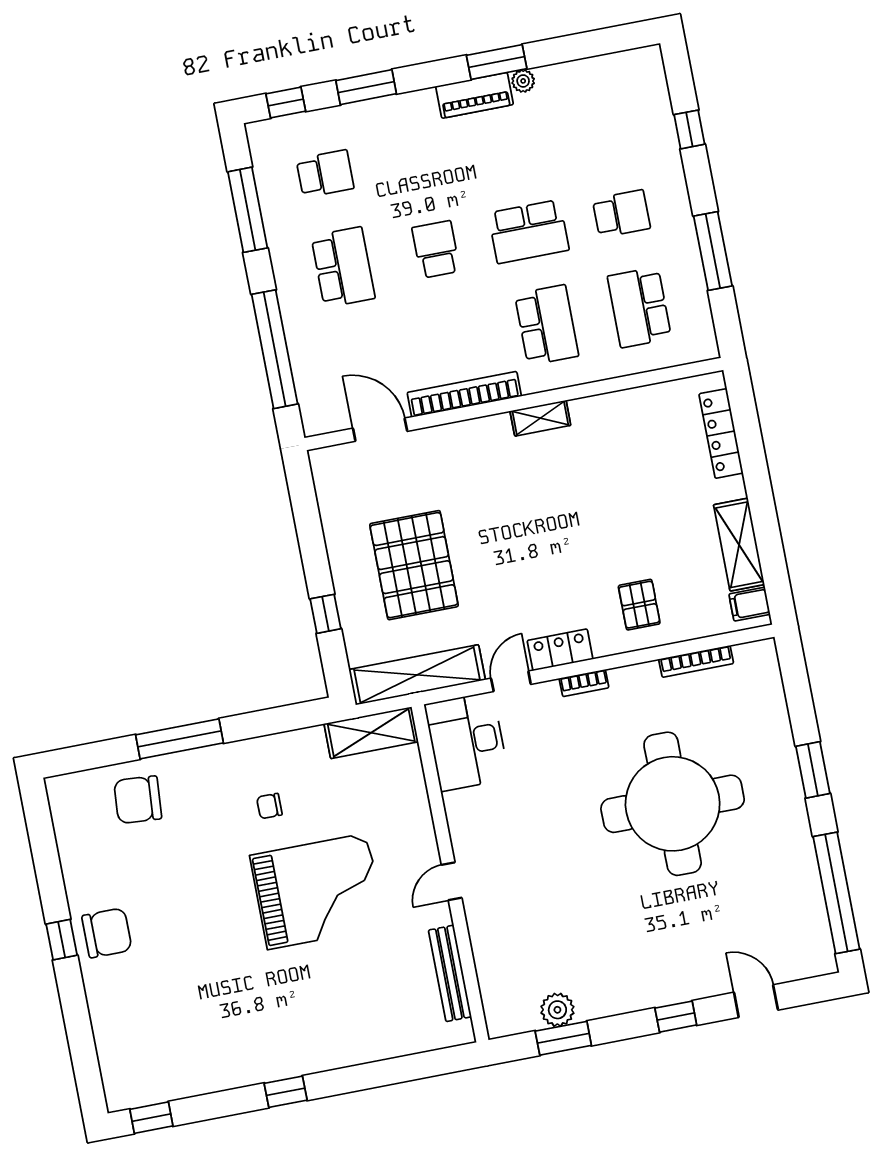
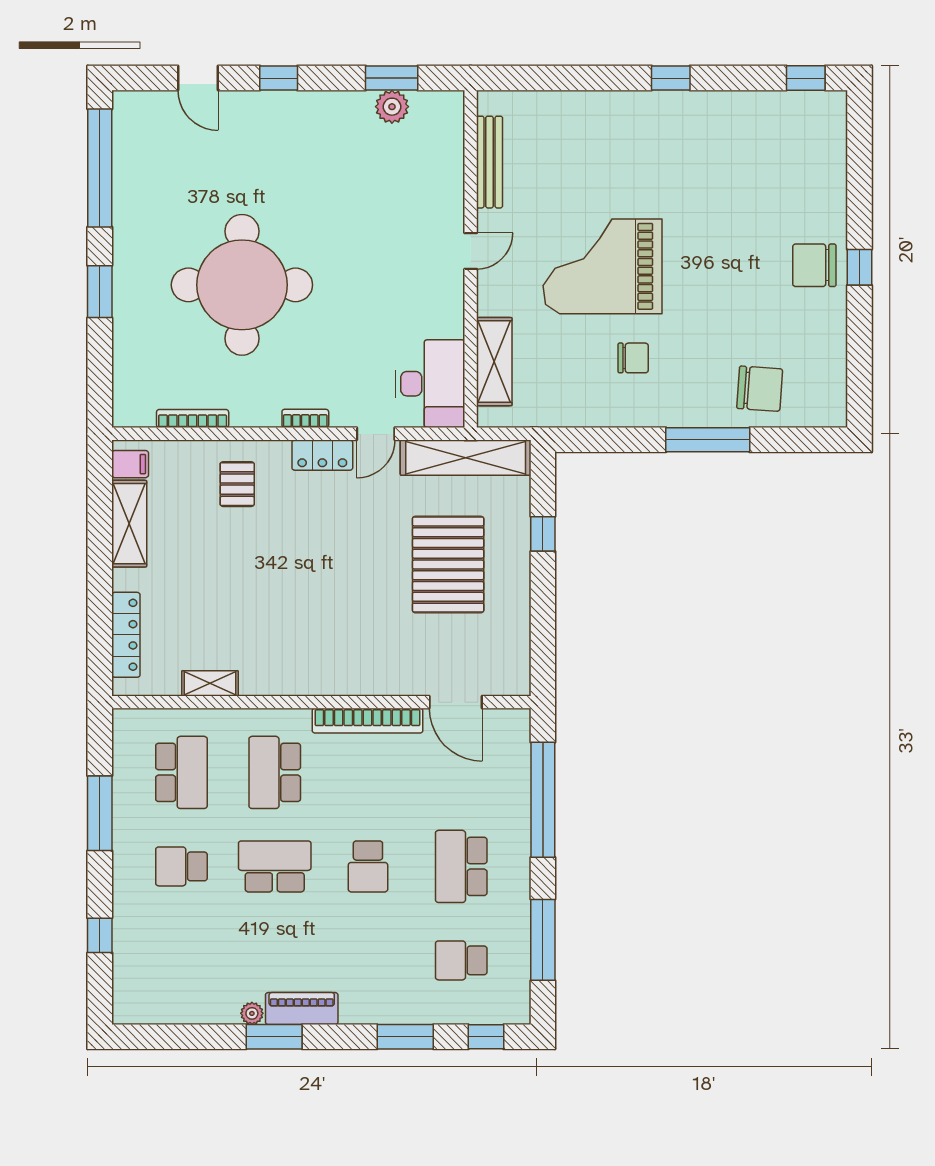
shelving: (540, 418) -> (210, 683), moved
shelving: (371, 733) -> (494, 362), moved, turned 90
chair: (269, 806) -> (633, 358), width x1.37, depth x1.37

